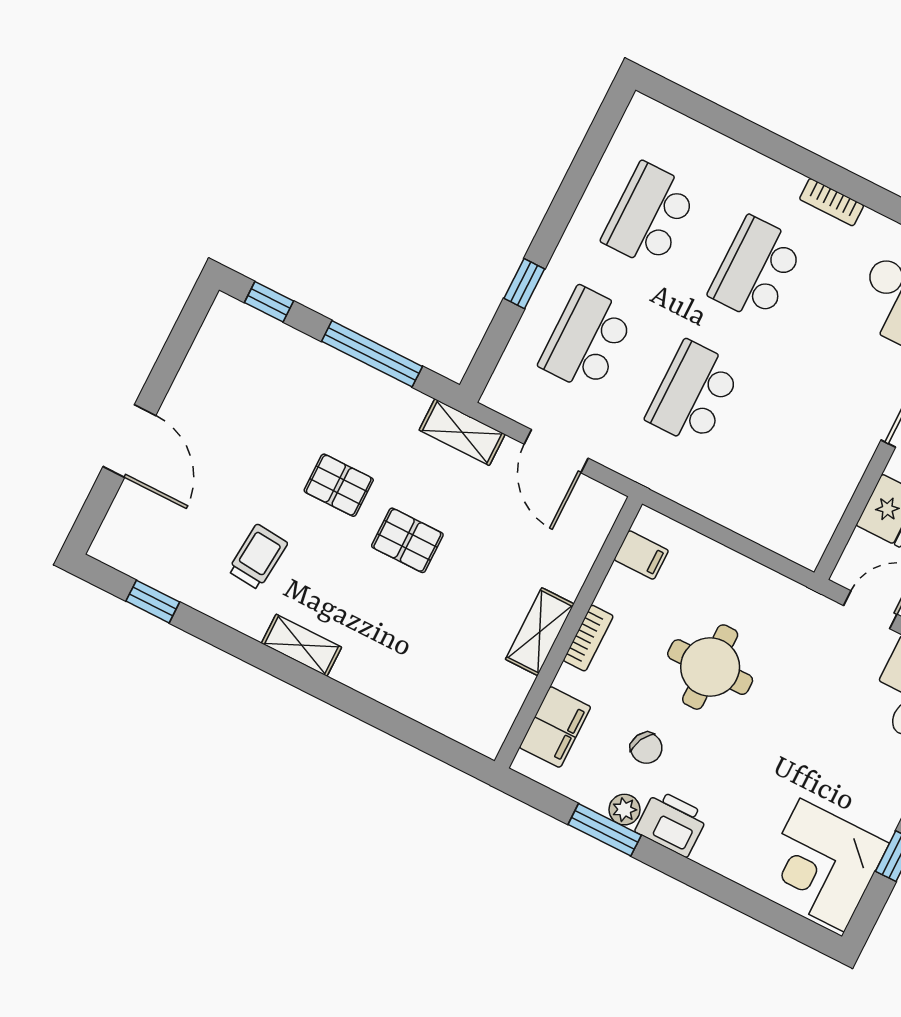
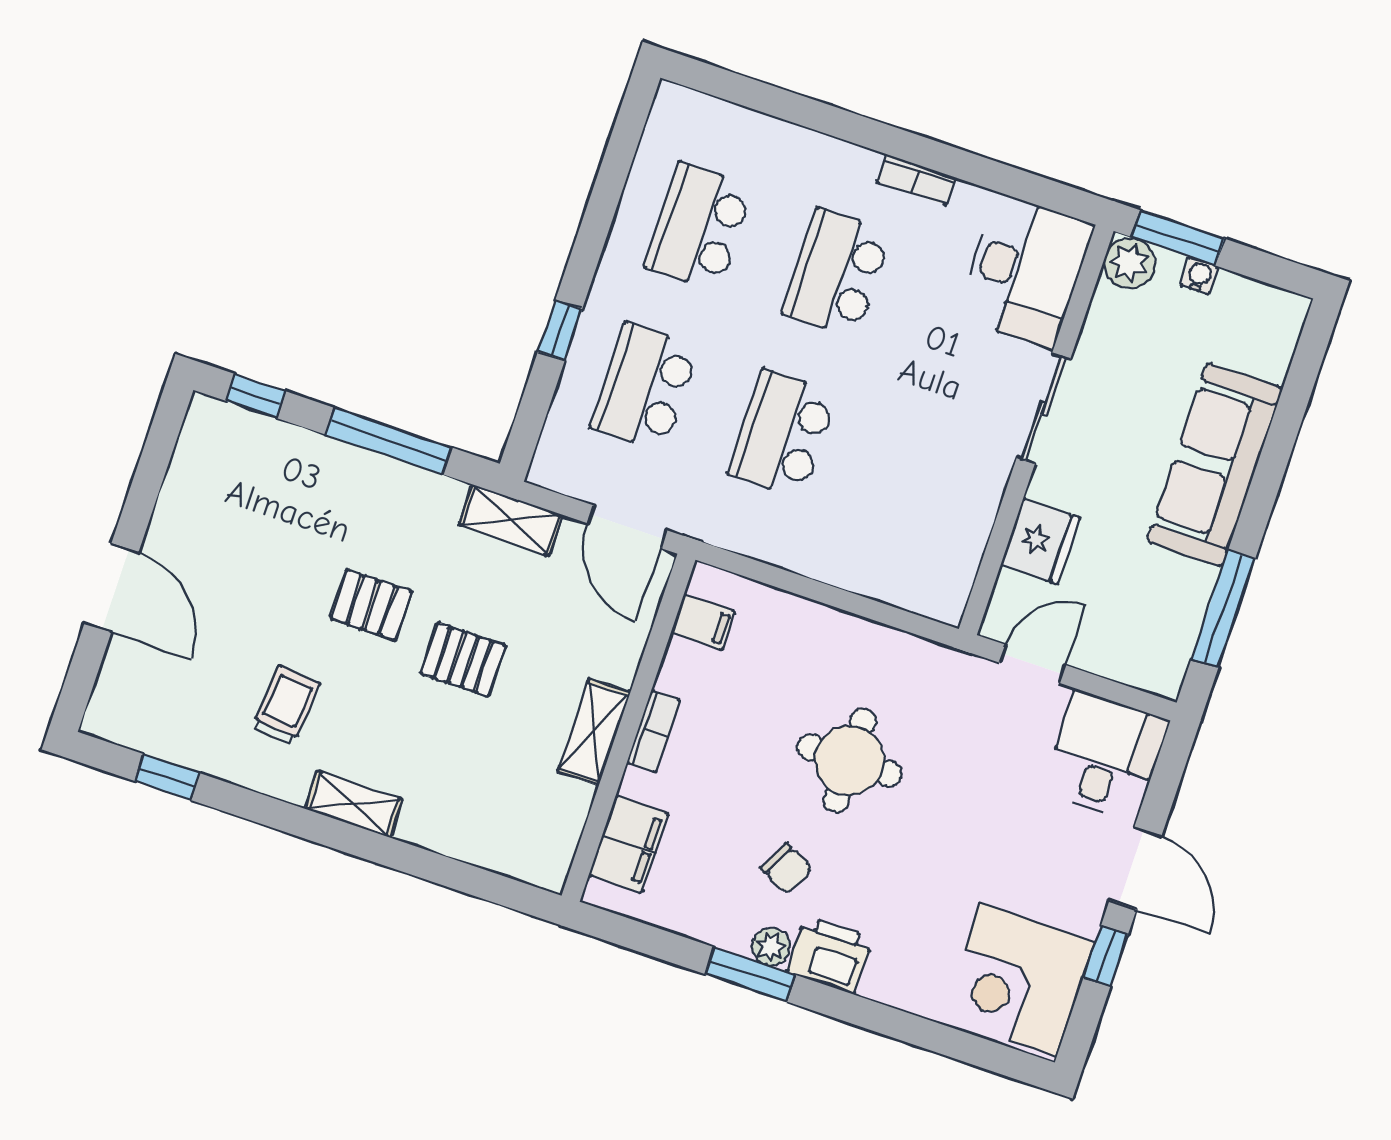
filing cabinet: (641, 555) -> (703, 622), moved
shelving: (540, 632) -> (594, 732), moved
wall: (568, 632) -> (628, 728), moved
bookcase: (588, 638) -> (653, 731), moved
filing cabinet: (555, 727) -> (629, 844), moved

